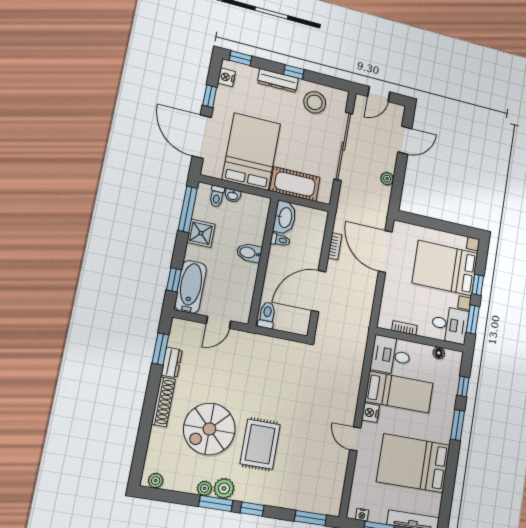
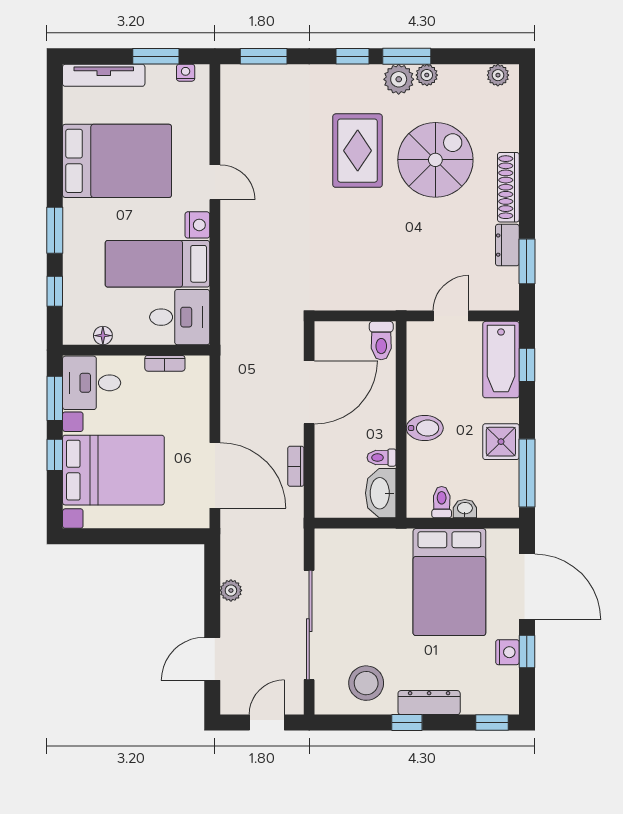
nightstand: (227, 77) -> (507, 652), moved
cot: (295, 184) -> (374, 548), removed
toilet: (217, 196) -> (442, 502), moved

